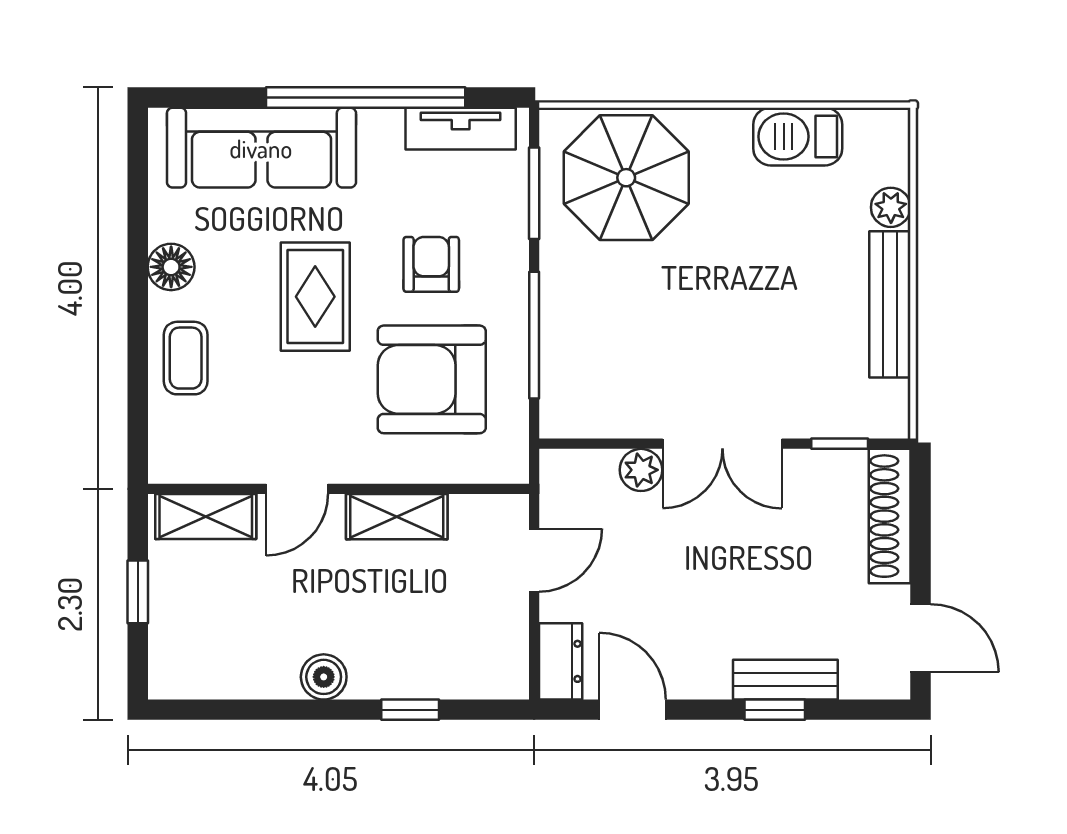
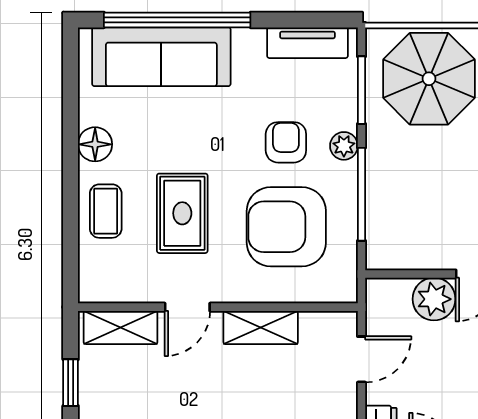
window: (366, 97) -> (177, 20), moved
plant: (510, 269) -> (344, 146), added
rug: (315, 297) -> (182, 213), moved
plant: (641, 470) -> (434, 299), width x1.38, depth x1.38

